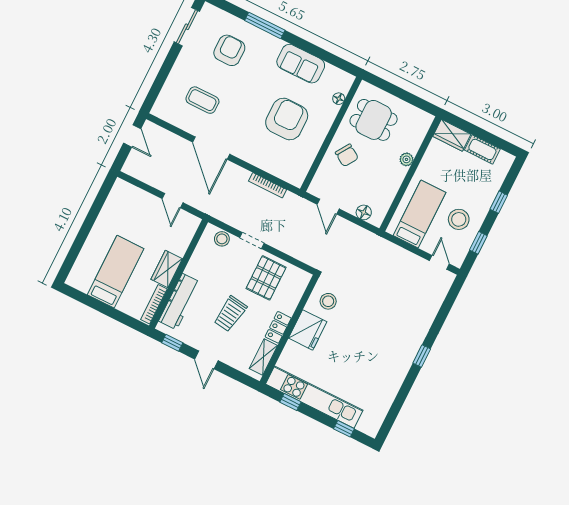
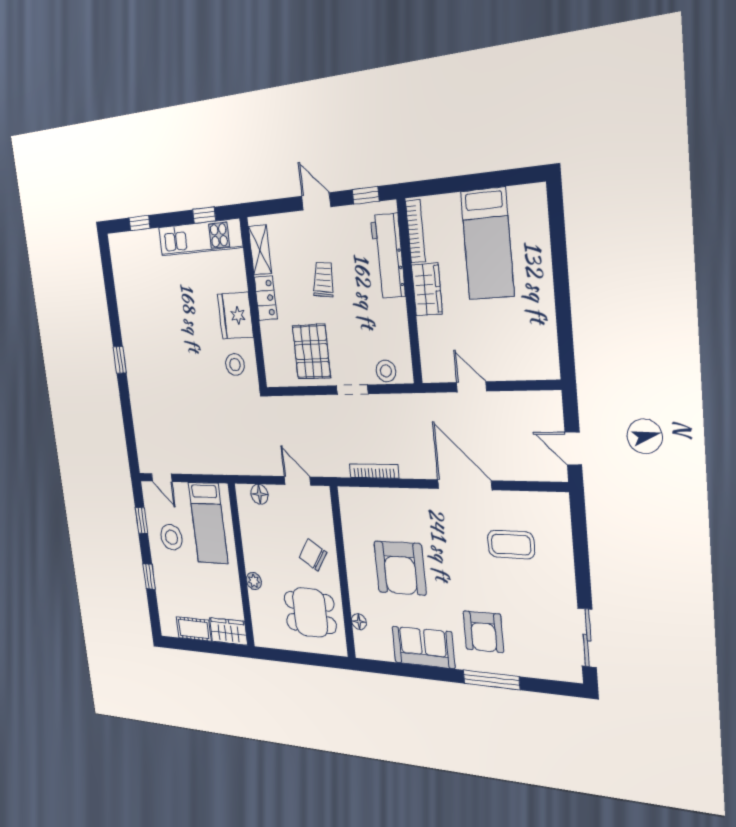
armchair: (229, 50) -> (483, 632), moved
trolley: (230, 314) -> (323, 280), width x0.73, depth x0.72
kitchen unit: (314, 397) -> (200, 237), width x0.73

